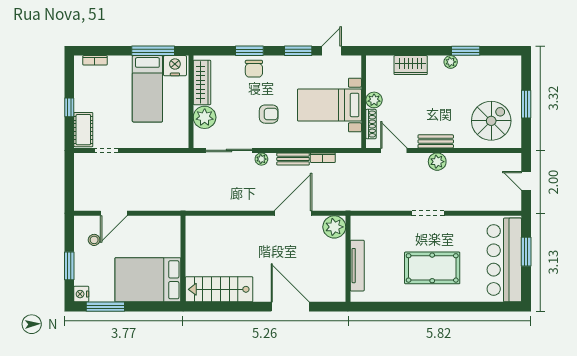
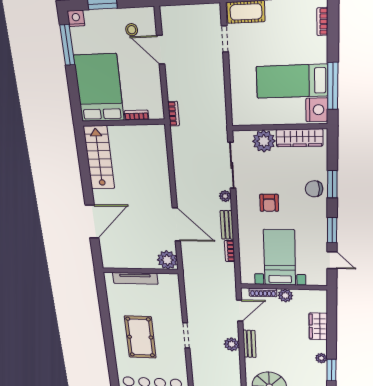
bookcase: (175, 206) -> (174, 114), added
bookcase: (176, 244) -> (137, 115), added

